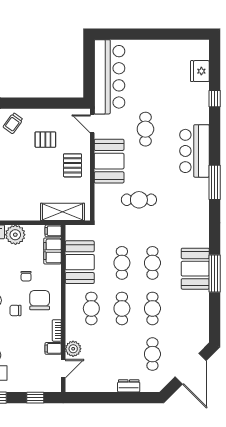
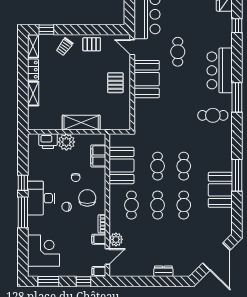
pallet: (45, 140) -> (92, 44), moved
cafe table: (139, 200) -> (213, 115), moved
shelving: (62, 212) -> (81, 123), moved
filing cabinet: (53, 231) -> (99, 271), moved
booth: (195, 269) -> (220, 190), moved
cafe table: (152, 354) -> (184, 244), removed

